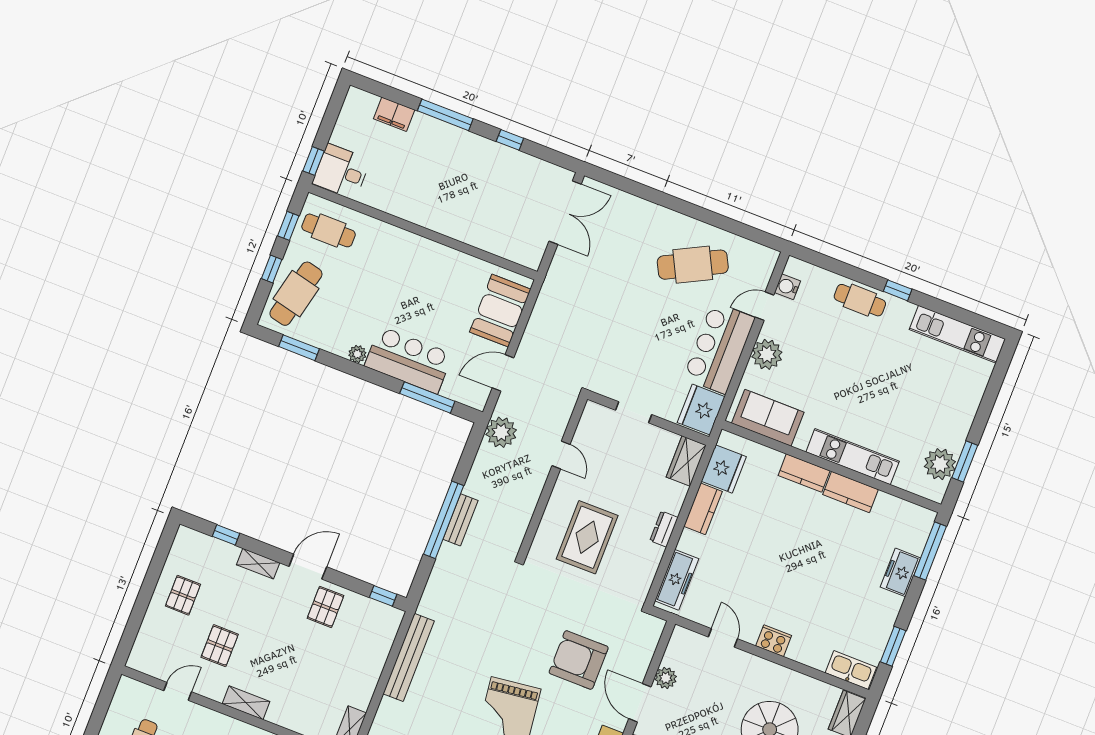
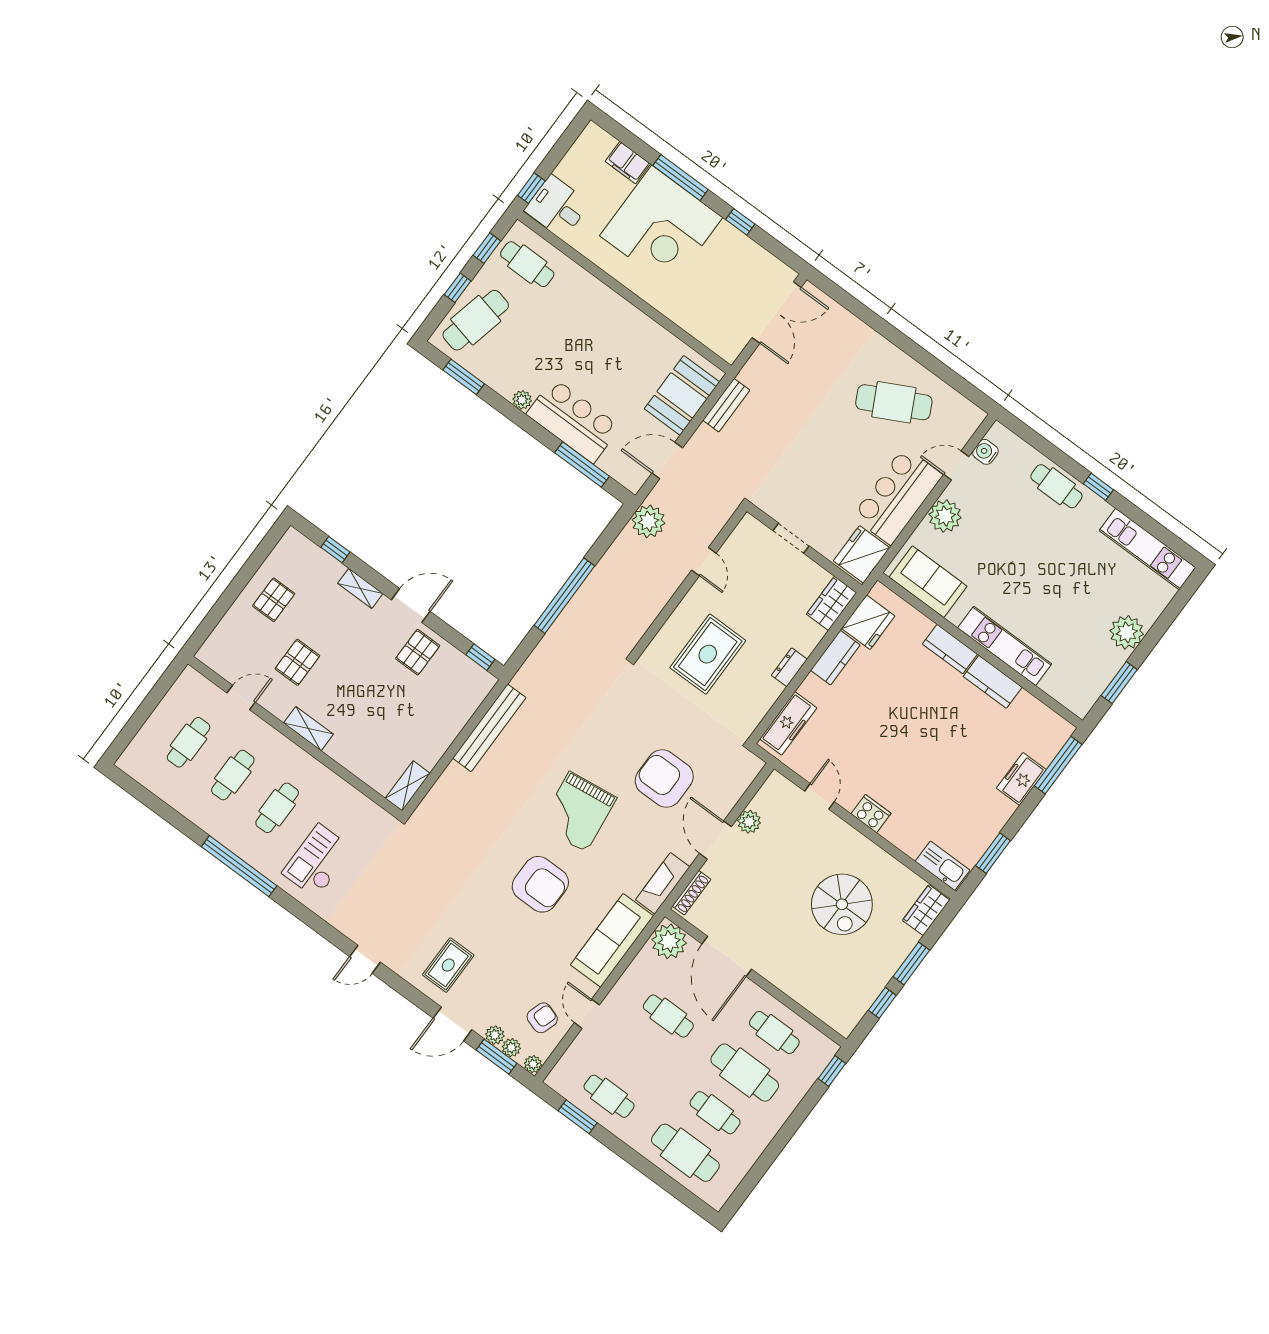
corner desk: (440, 164) -> (661, 227), added
plant: (940, 464) -> (1127, 632), moved
bench: (460, 520) -> (726, 405), moved

